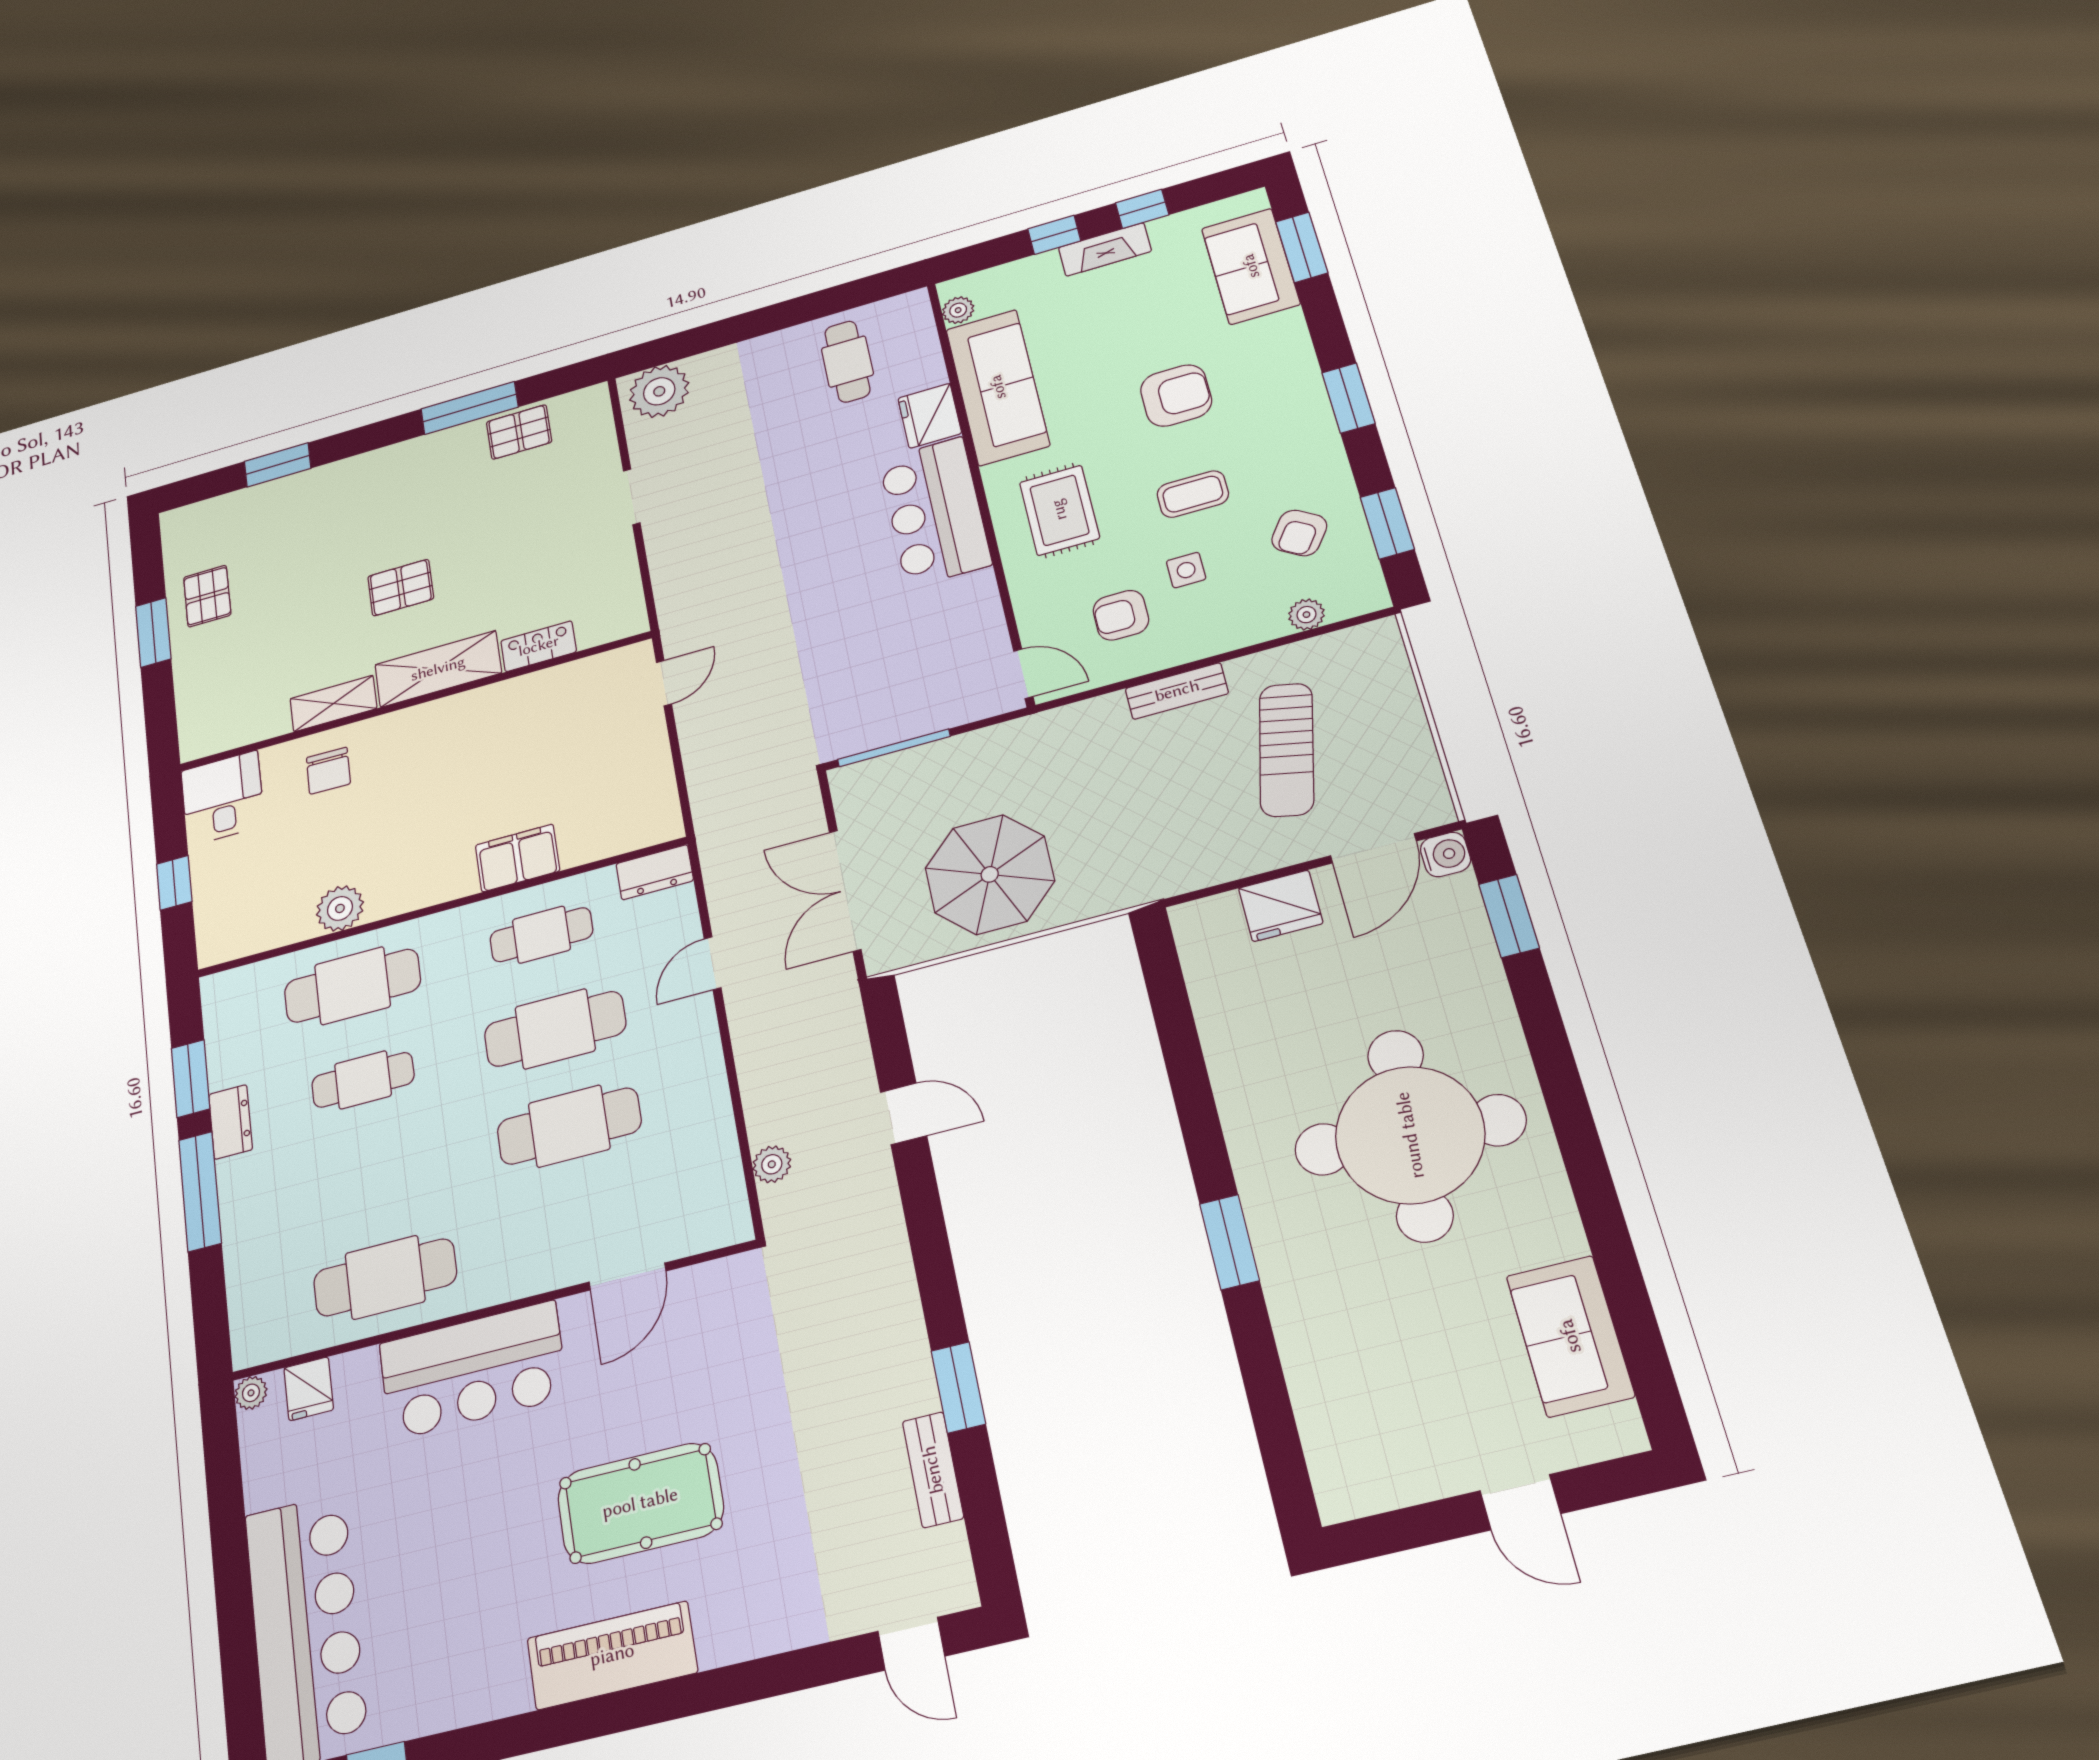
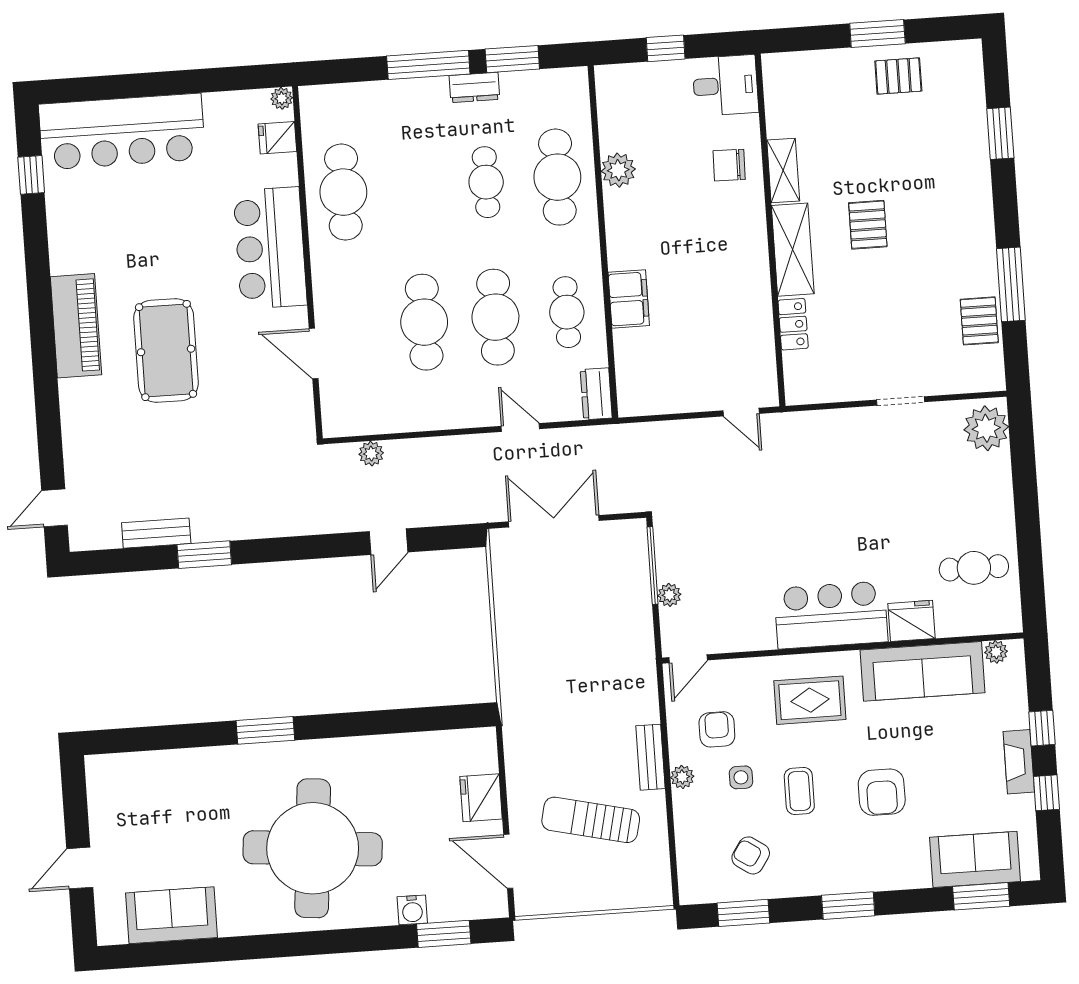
plant: (1306, 615) -> (682, 777), moved
plant: (934, 717) -> (669, 595), added
water cooler: (1445, 854) -> (412, 910), moved
parasol: (990, 874) -> (544, 617), removed

